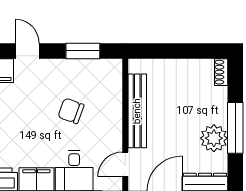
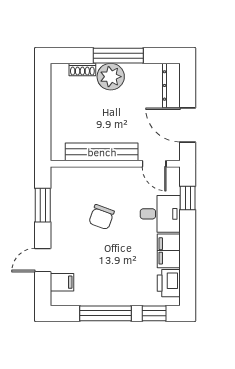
shoe rack: (221, 72) -> (82, 70), moved
plant: (214, 138) -> (111, 77), moved

